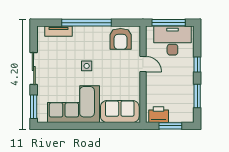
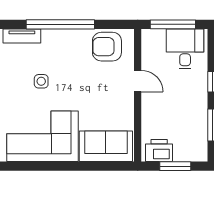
armchair: (121, 39) -> (107, 47), turned 90
desk: (172, 41) -> (185, 49), width x0.73
side table: (87, 66) -> (41, 81), moved

